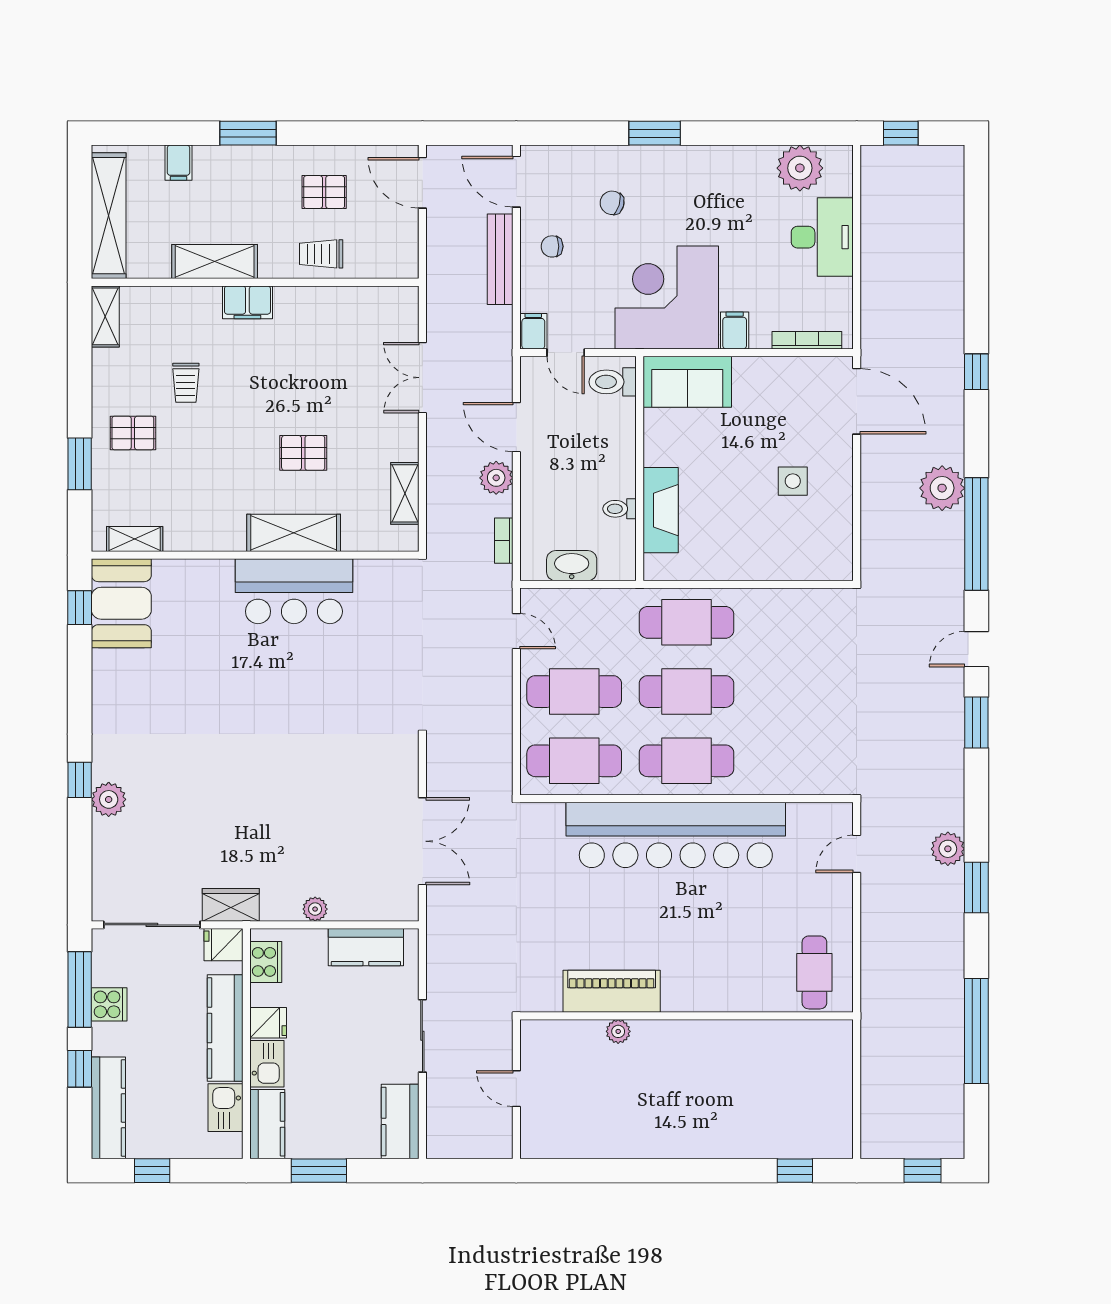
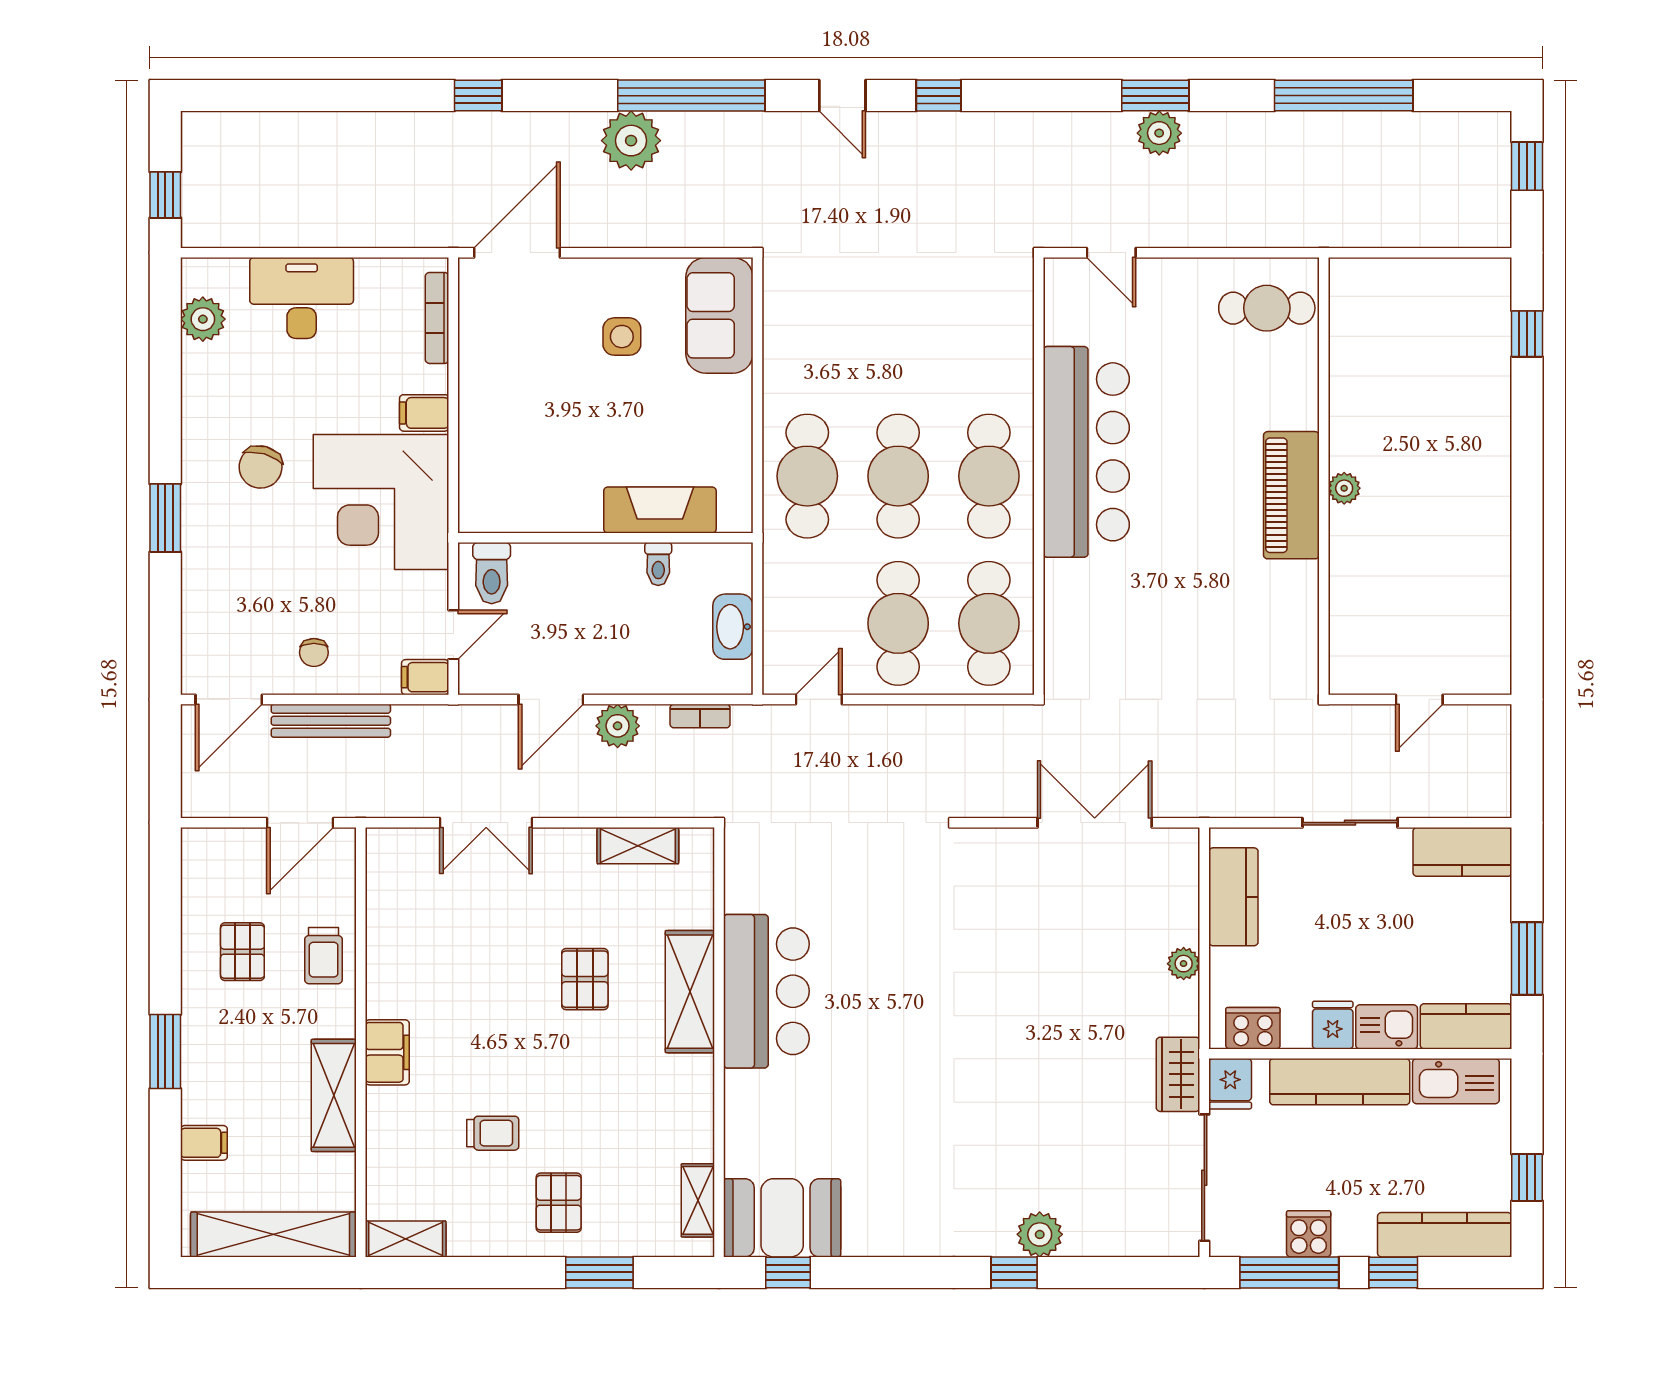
plant: (800, 168) -> (203, 319), width x0.73, depth x0.73
door: (422, 183) -> (300, 823), moved
chair: (612, 203) -> (261, 467), moved, width x1.37, depth x1.37
sofa: (687, 382) -> (719, 315), moved, turned 180
window: (976, 722) -> (939, 96), width x0.67
bar counter: (676, 835) -> (1086, 452), width x0.73
plant: (948, 849) -> (1159, 133), moved
piano: (612, 991) -> (1291, 495), moved
plant: (618, 1031) -> (1344, 488), moved
kitchen sink: (225, 1108) -> (1456, 1081), width x1.38

